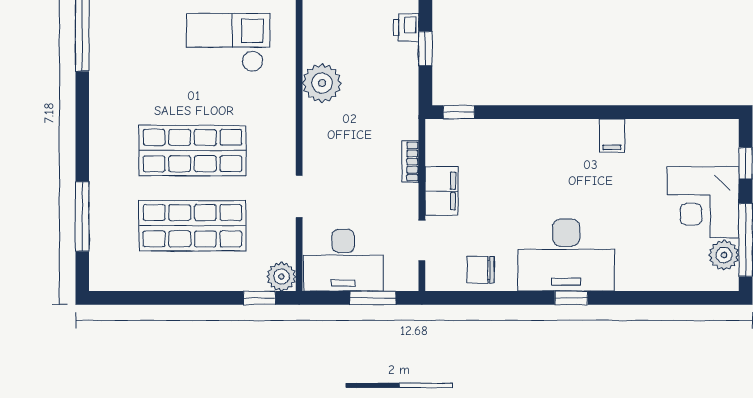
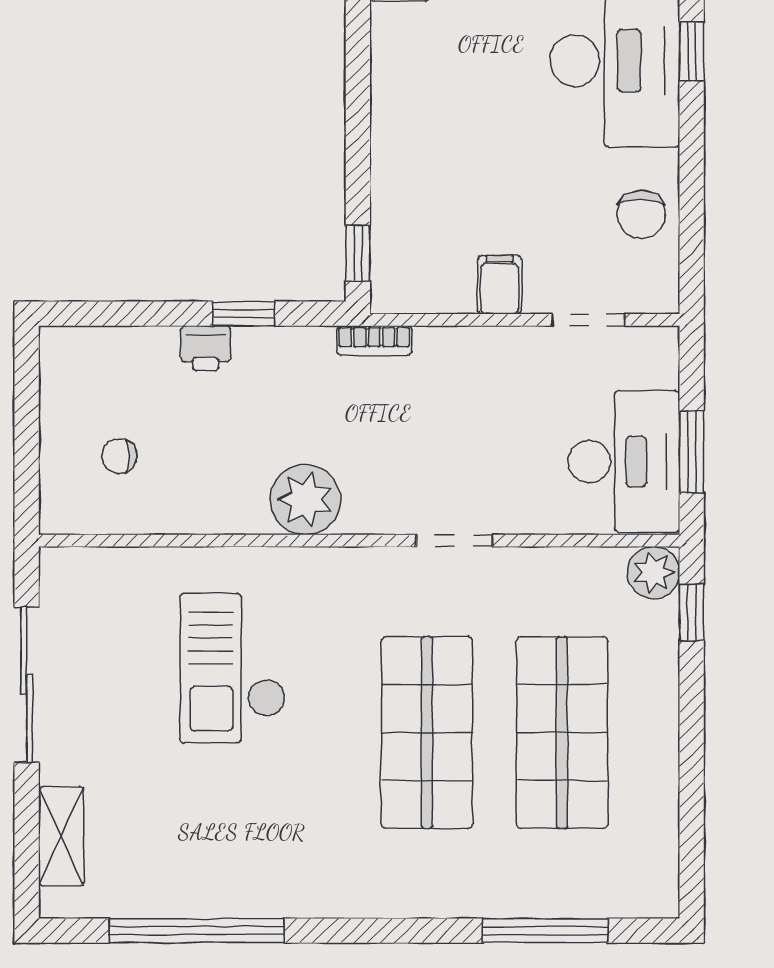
bookcase: (410, 162) -> (374, 341), moved
filing cabinet: (442, 191) -> (500, 285), width x0.50
doorway: (299, 196) -> (454, 541), moved
window: (373, 298) -> (692, 452), moved

